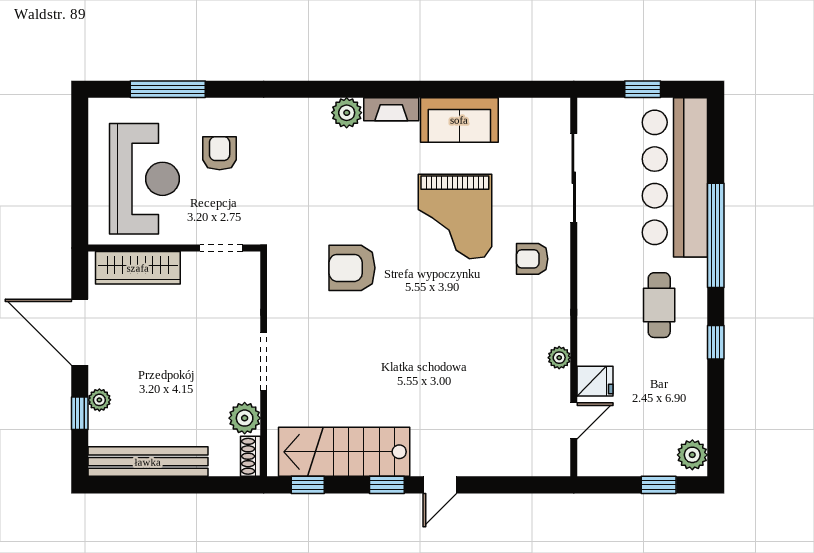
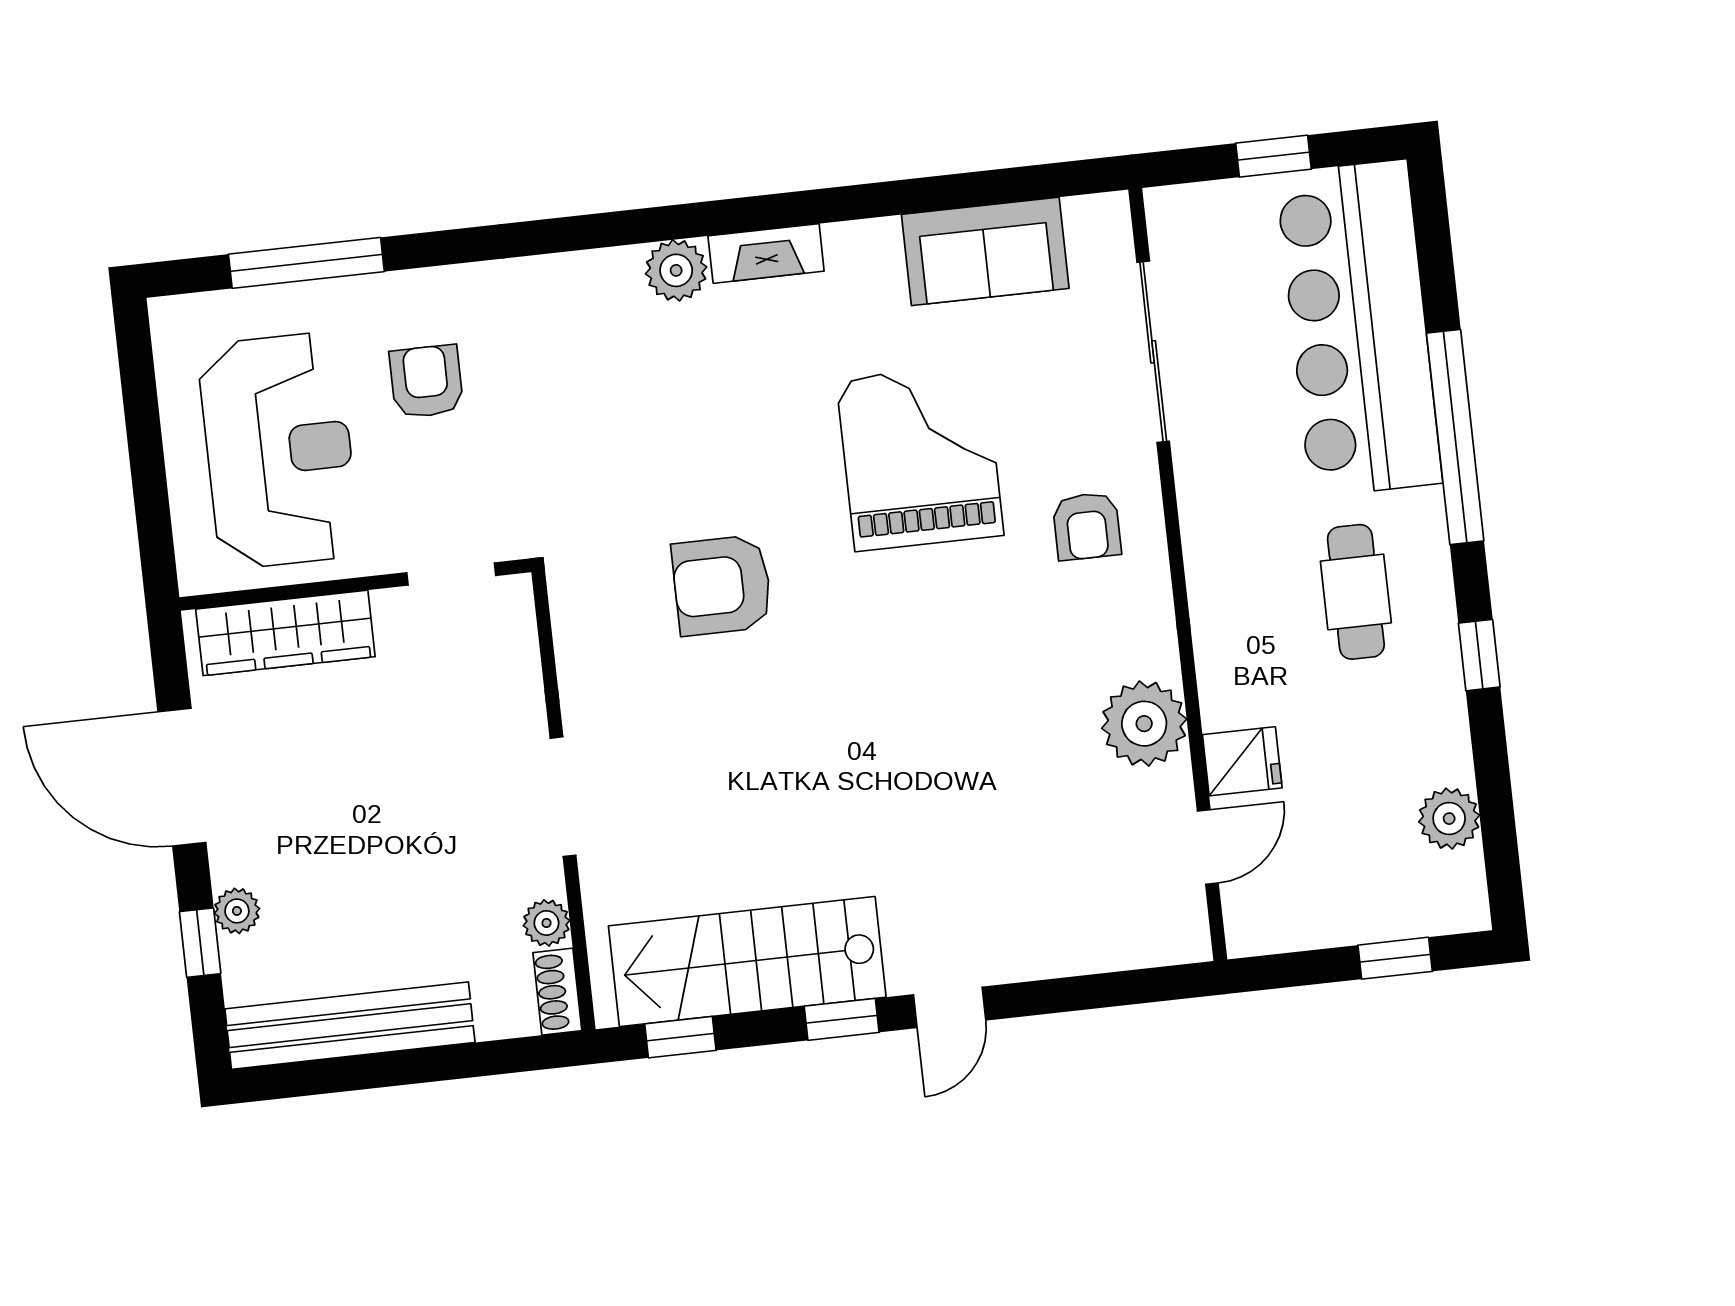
sofa: (459, 120) -> (985, 251), moved
grand piano: (455, 216) -> (920, 457), turned 180
armchair: (532, 259) -> (1087, 526), turned -90
plant: (559, 358) -> (1144, 724), width x1.87, depth x1.87
plant: (245, 418) -> (546, 923), width x0.73, depth x0.73
plant: (692, 455) -> (1449, 819), moved

